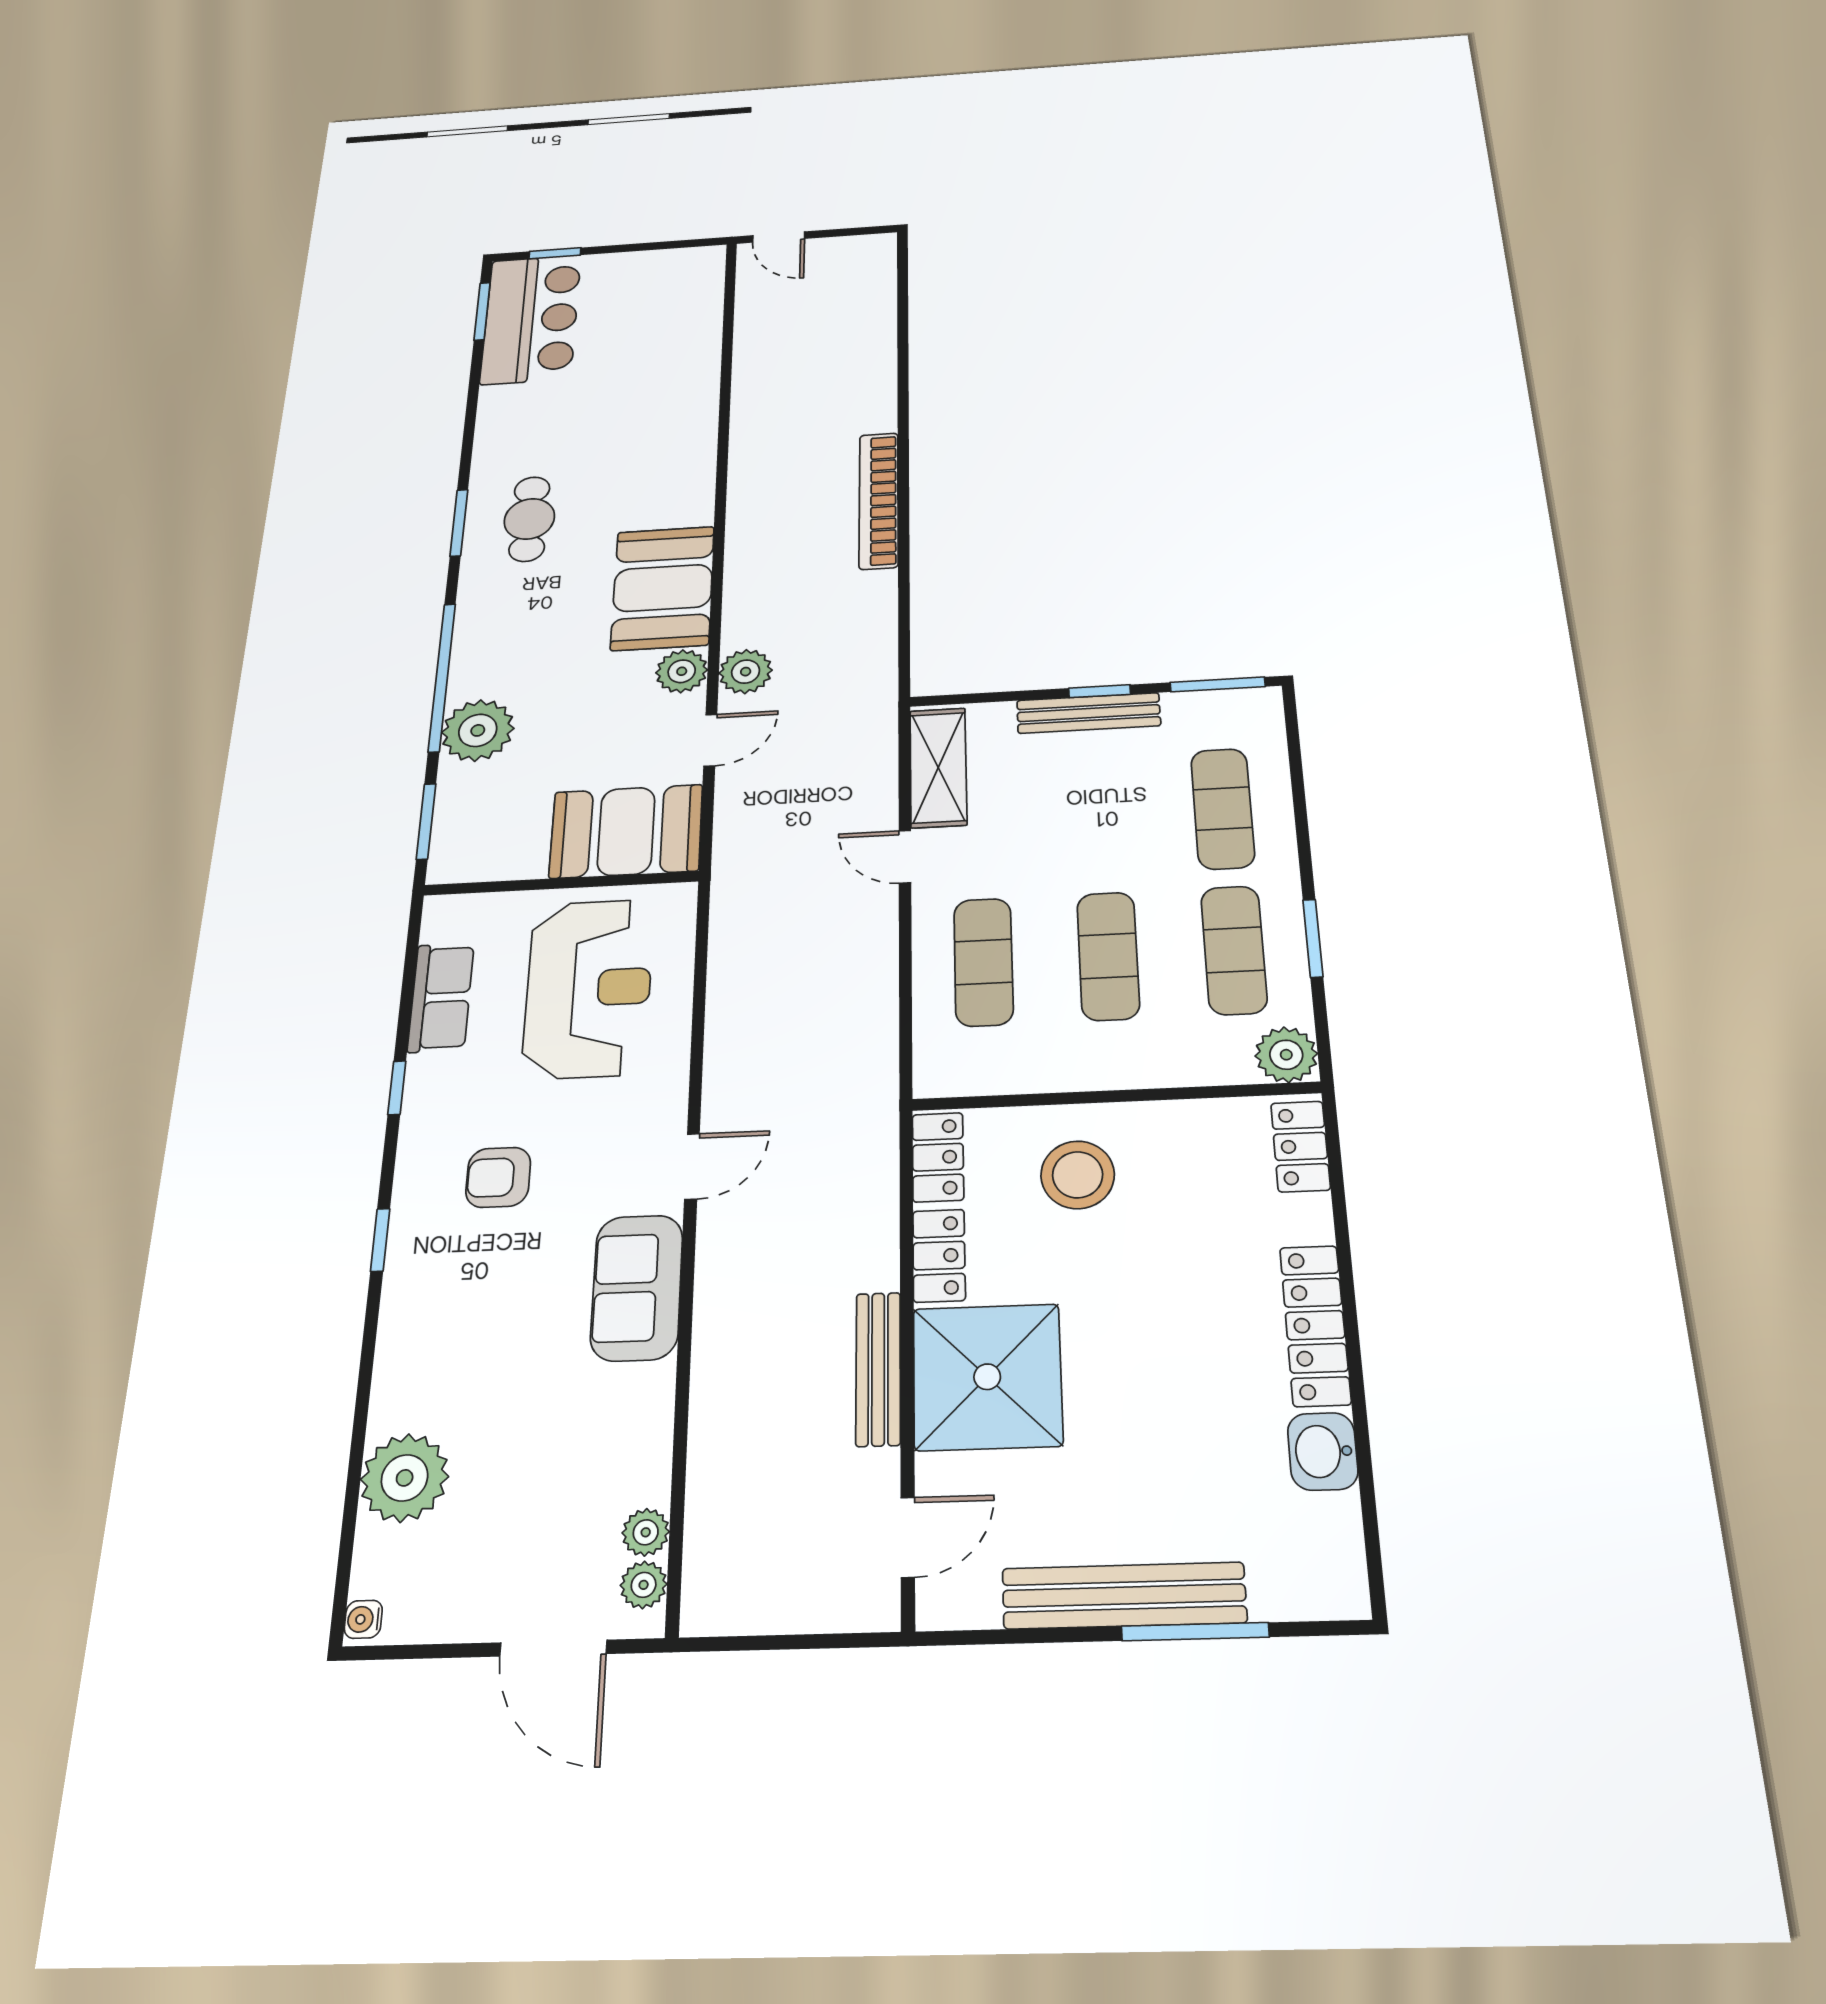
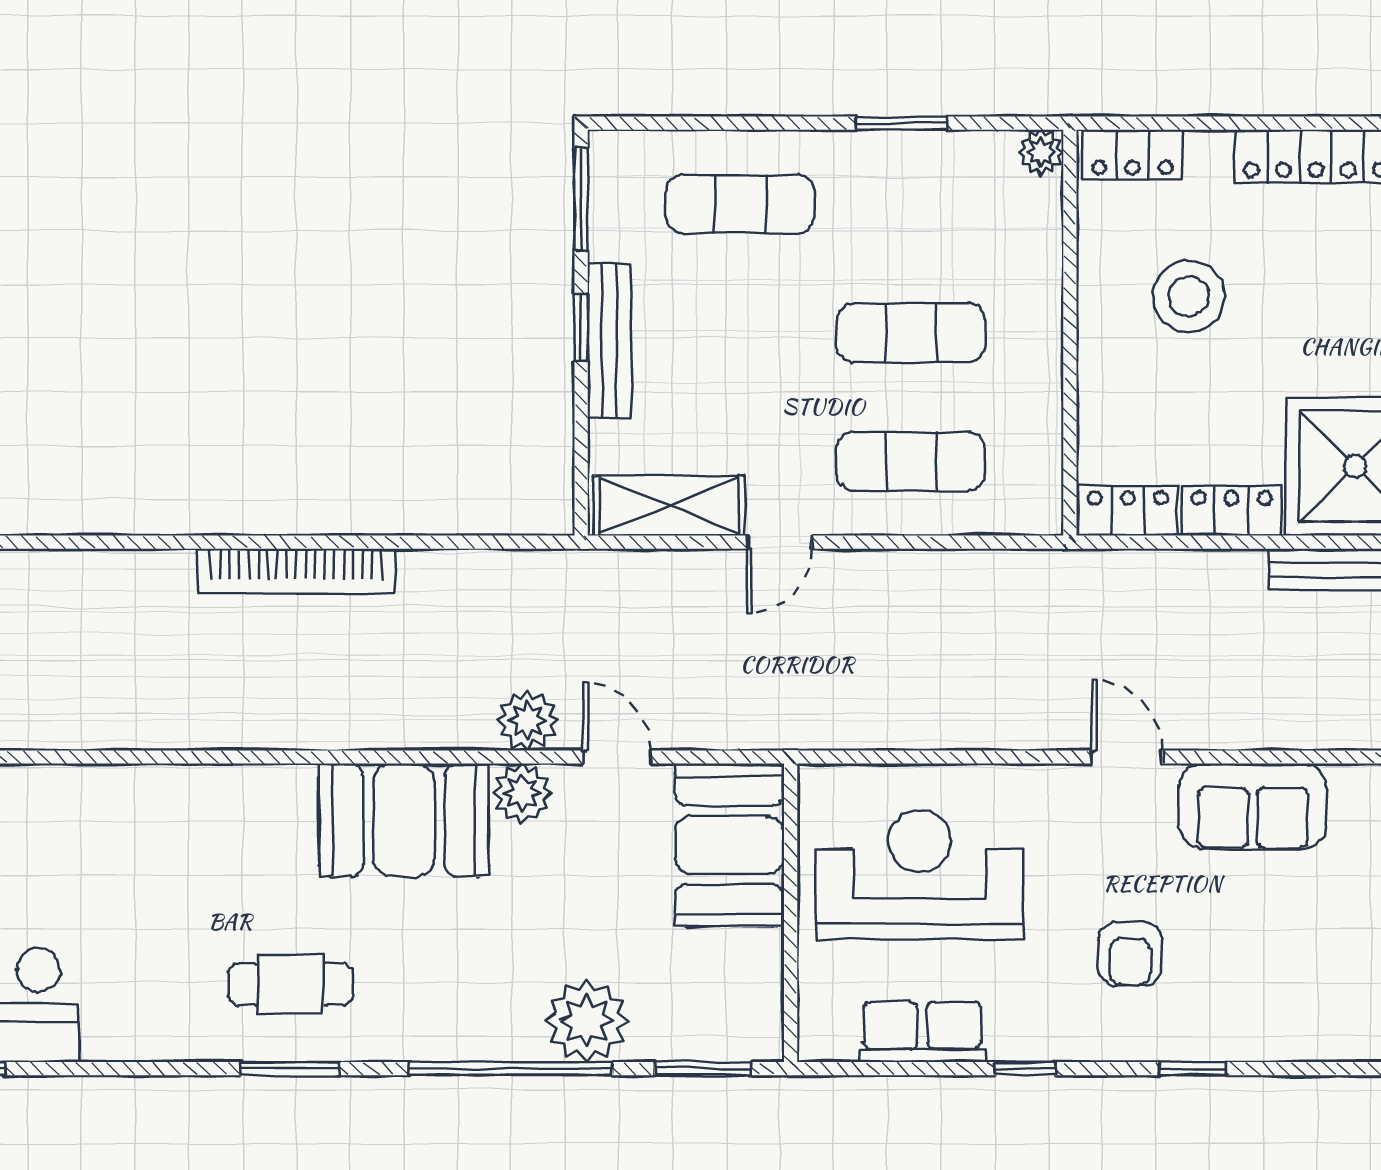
exercise mat: (1234, 950) -> (911, 204), removed
plant: (1286, 1055) -> (1041, 152), width x0.73, depth x0.73
stool: (1078, 1175) -> (1189, 296), moved

